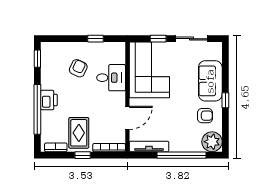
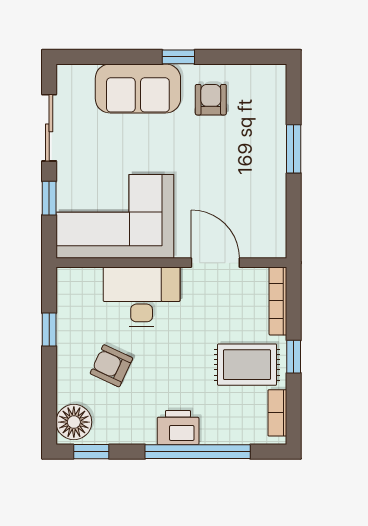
floor lamp: (51, 50) -> (74, 422), added
desk: (111, 78) -> (142, 297), width x1.37
plant: (212, 142) -> (266, 85), removed
tv unit: (149, 146) -> (276, 217), removed
window: (182, 155) -> (294, 149), width x0.47

